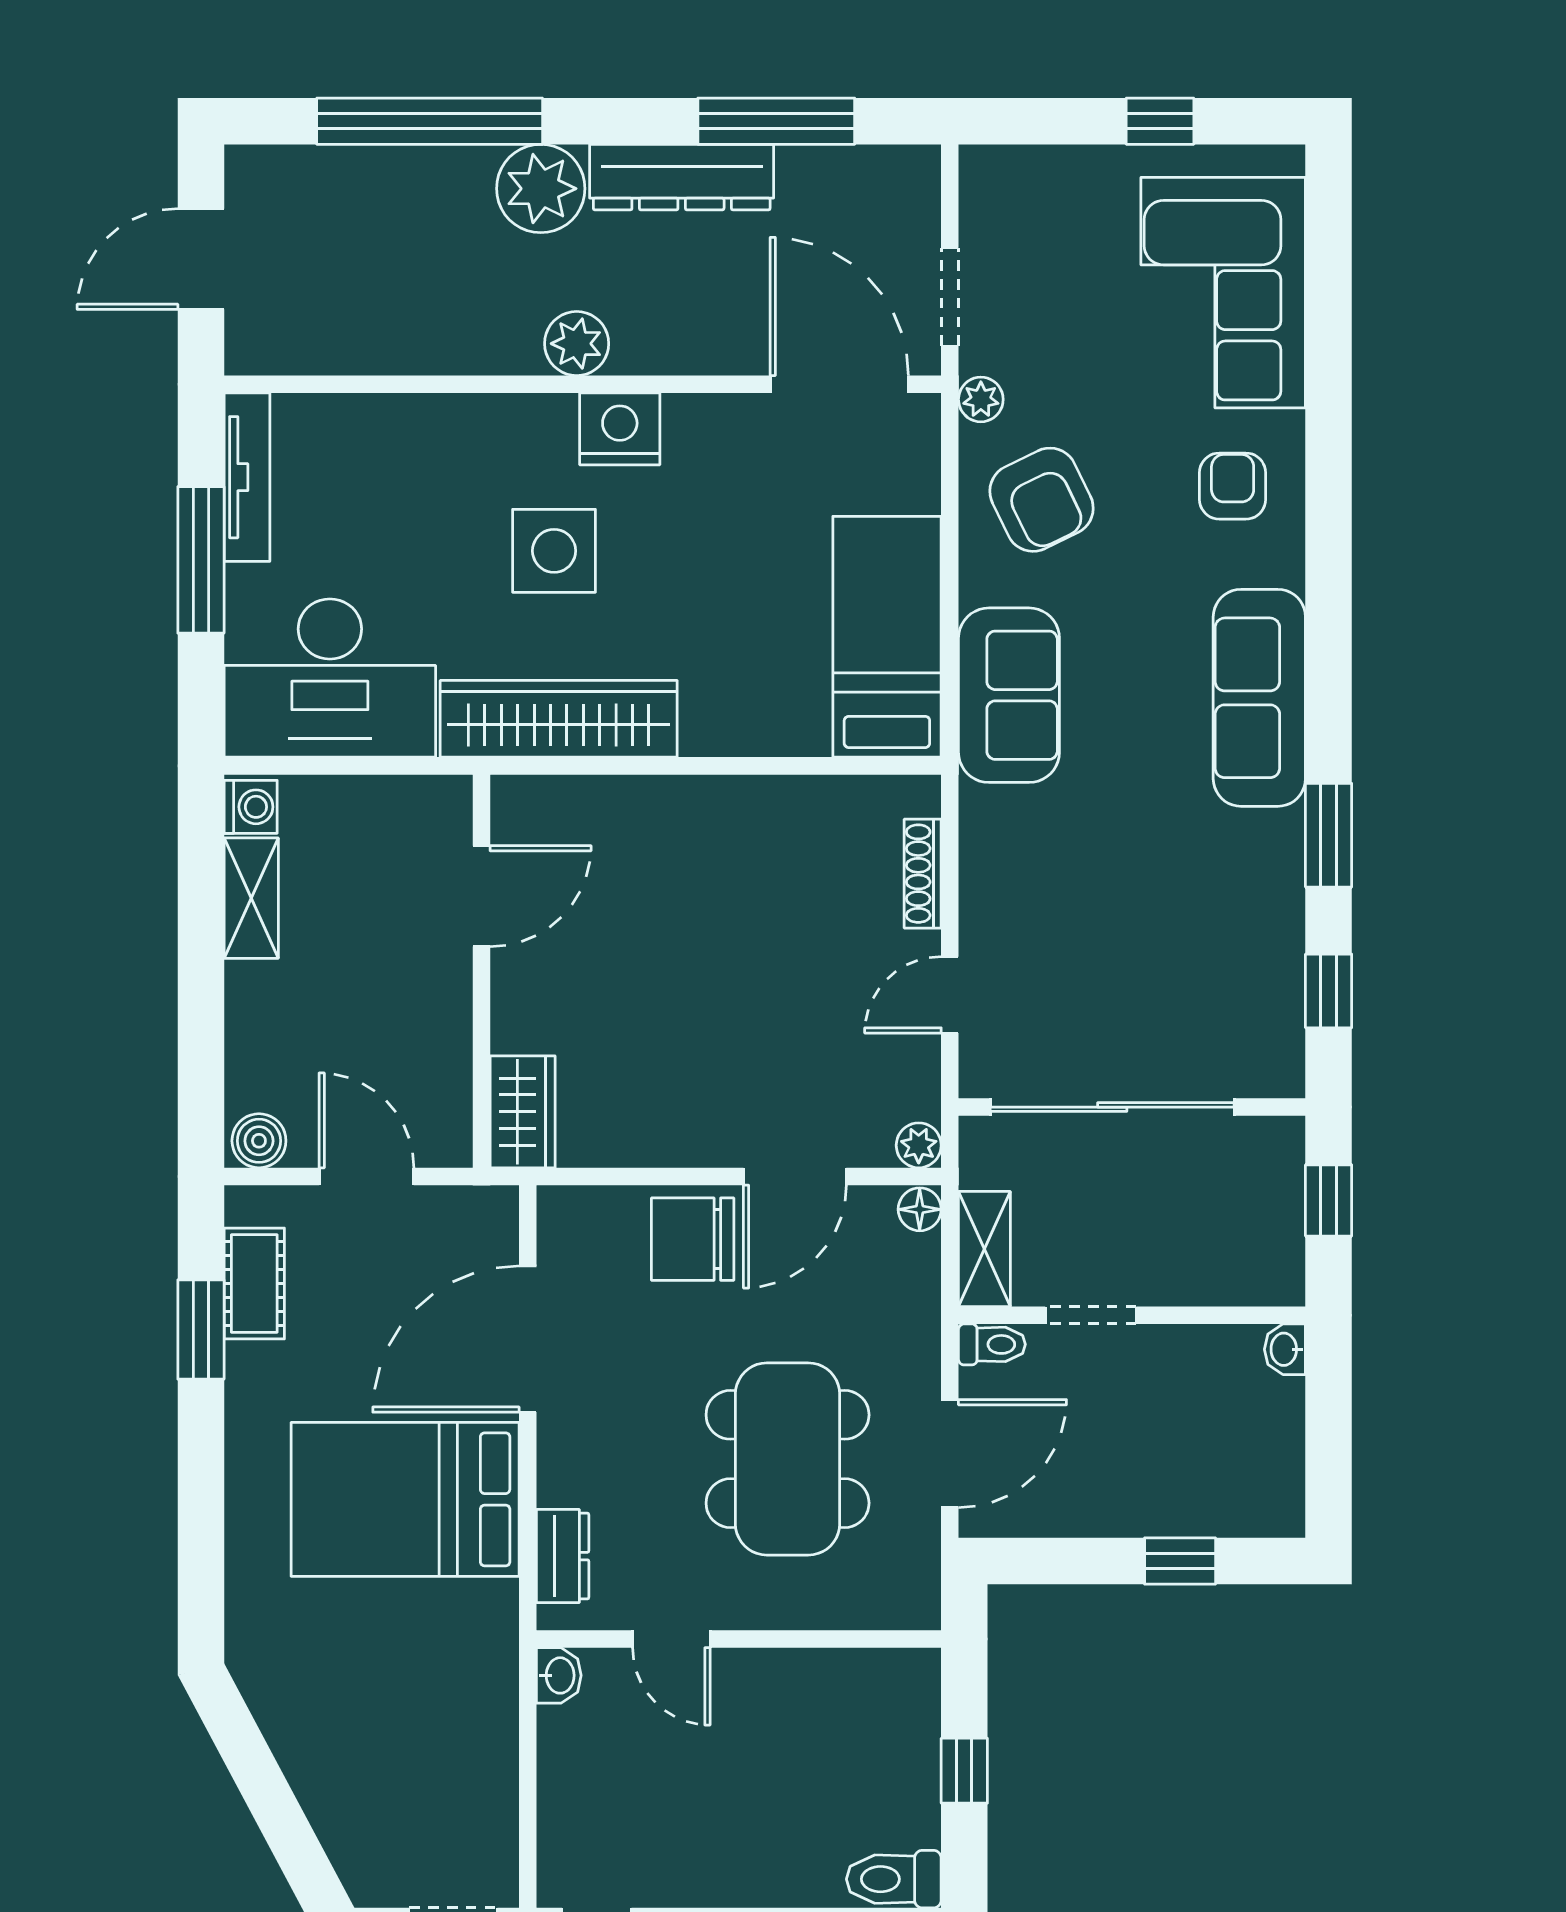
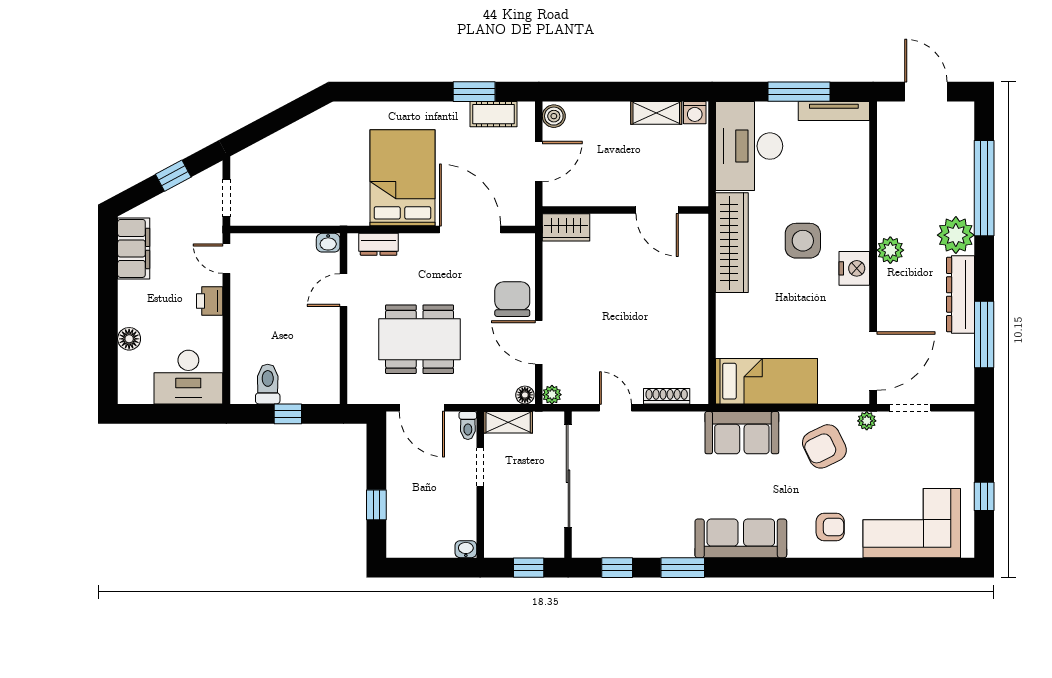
toilet: (894, 1879) -> (268, 384), moved

